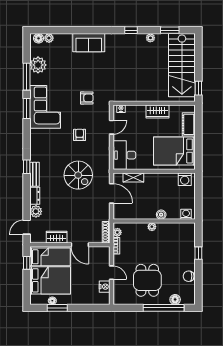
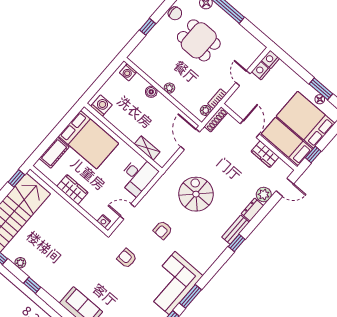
door: (111, 193) -> (190, 139), moved
dining table: (147, 280) -> (199, 40), moved, turned 90
nightstand: (105, 299) -> (270, 59), added

